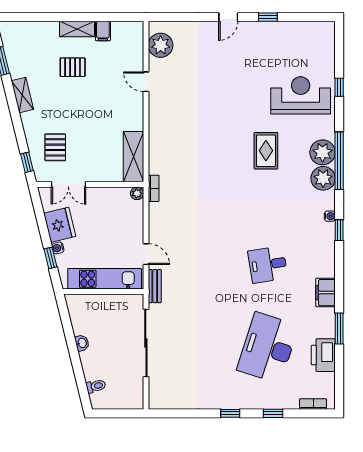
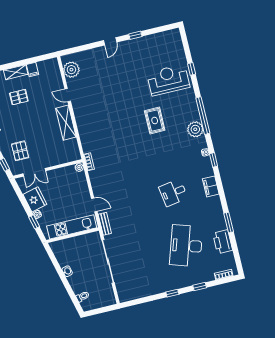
plant: (323, 152) -> (191, 113), removed
shelving: (133, 157) -> (66, 123), moved
filing cabinet: (326, 293) -> (211, 186), moved

